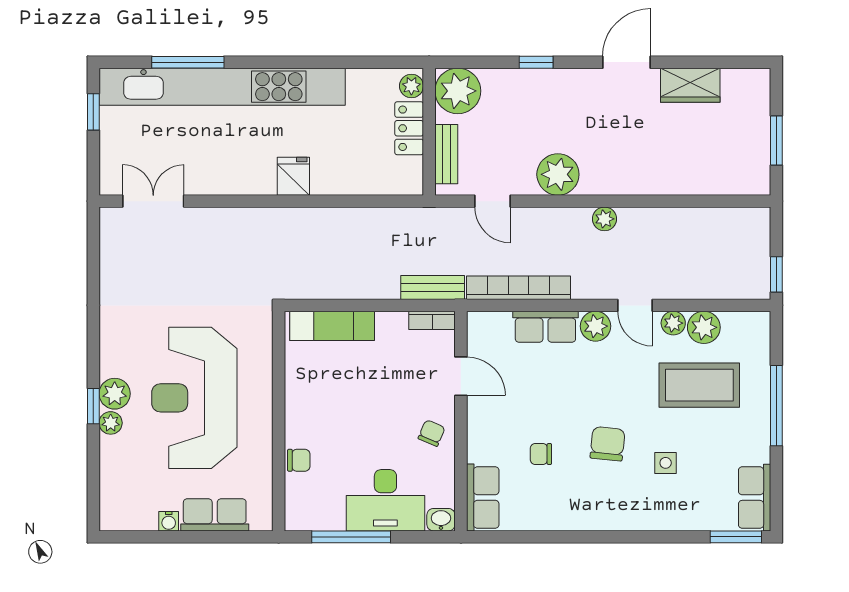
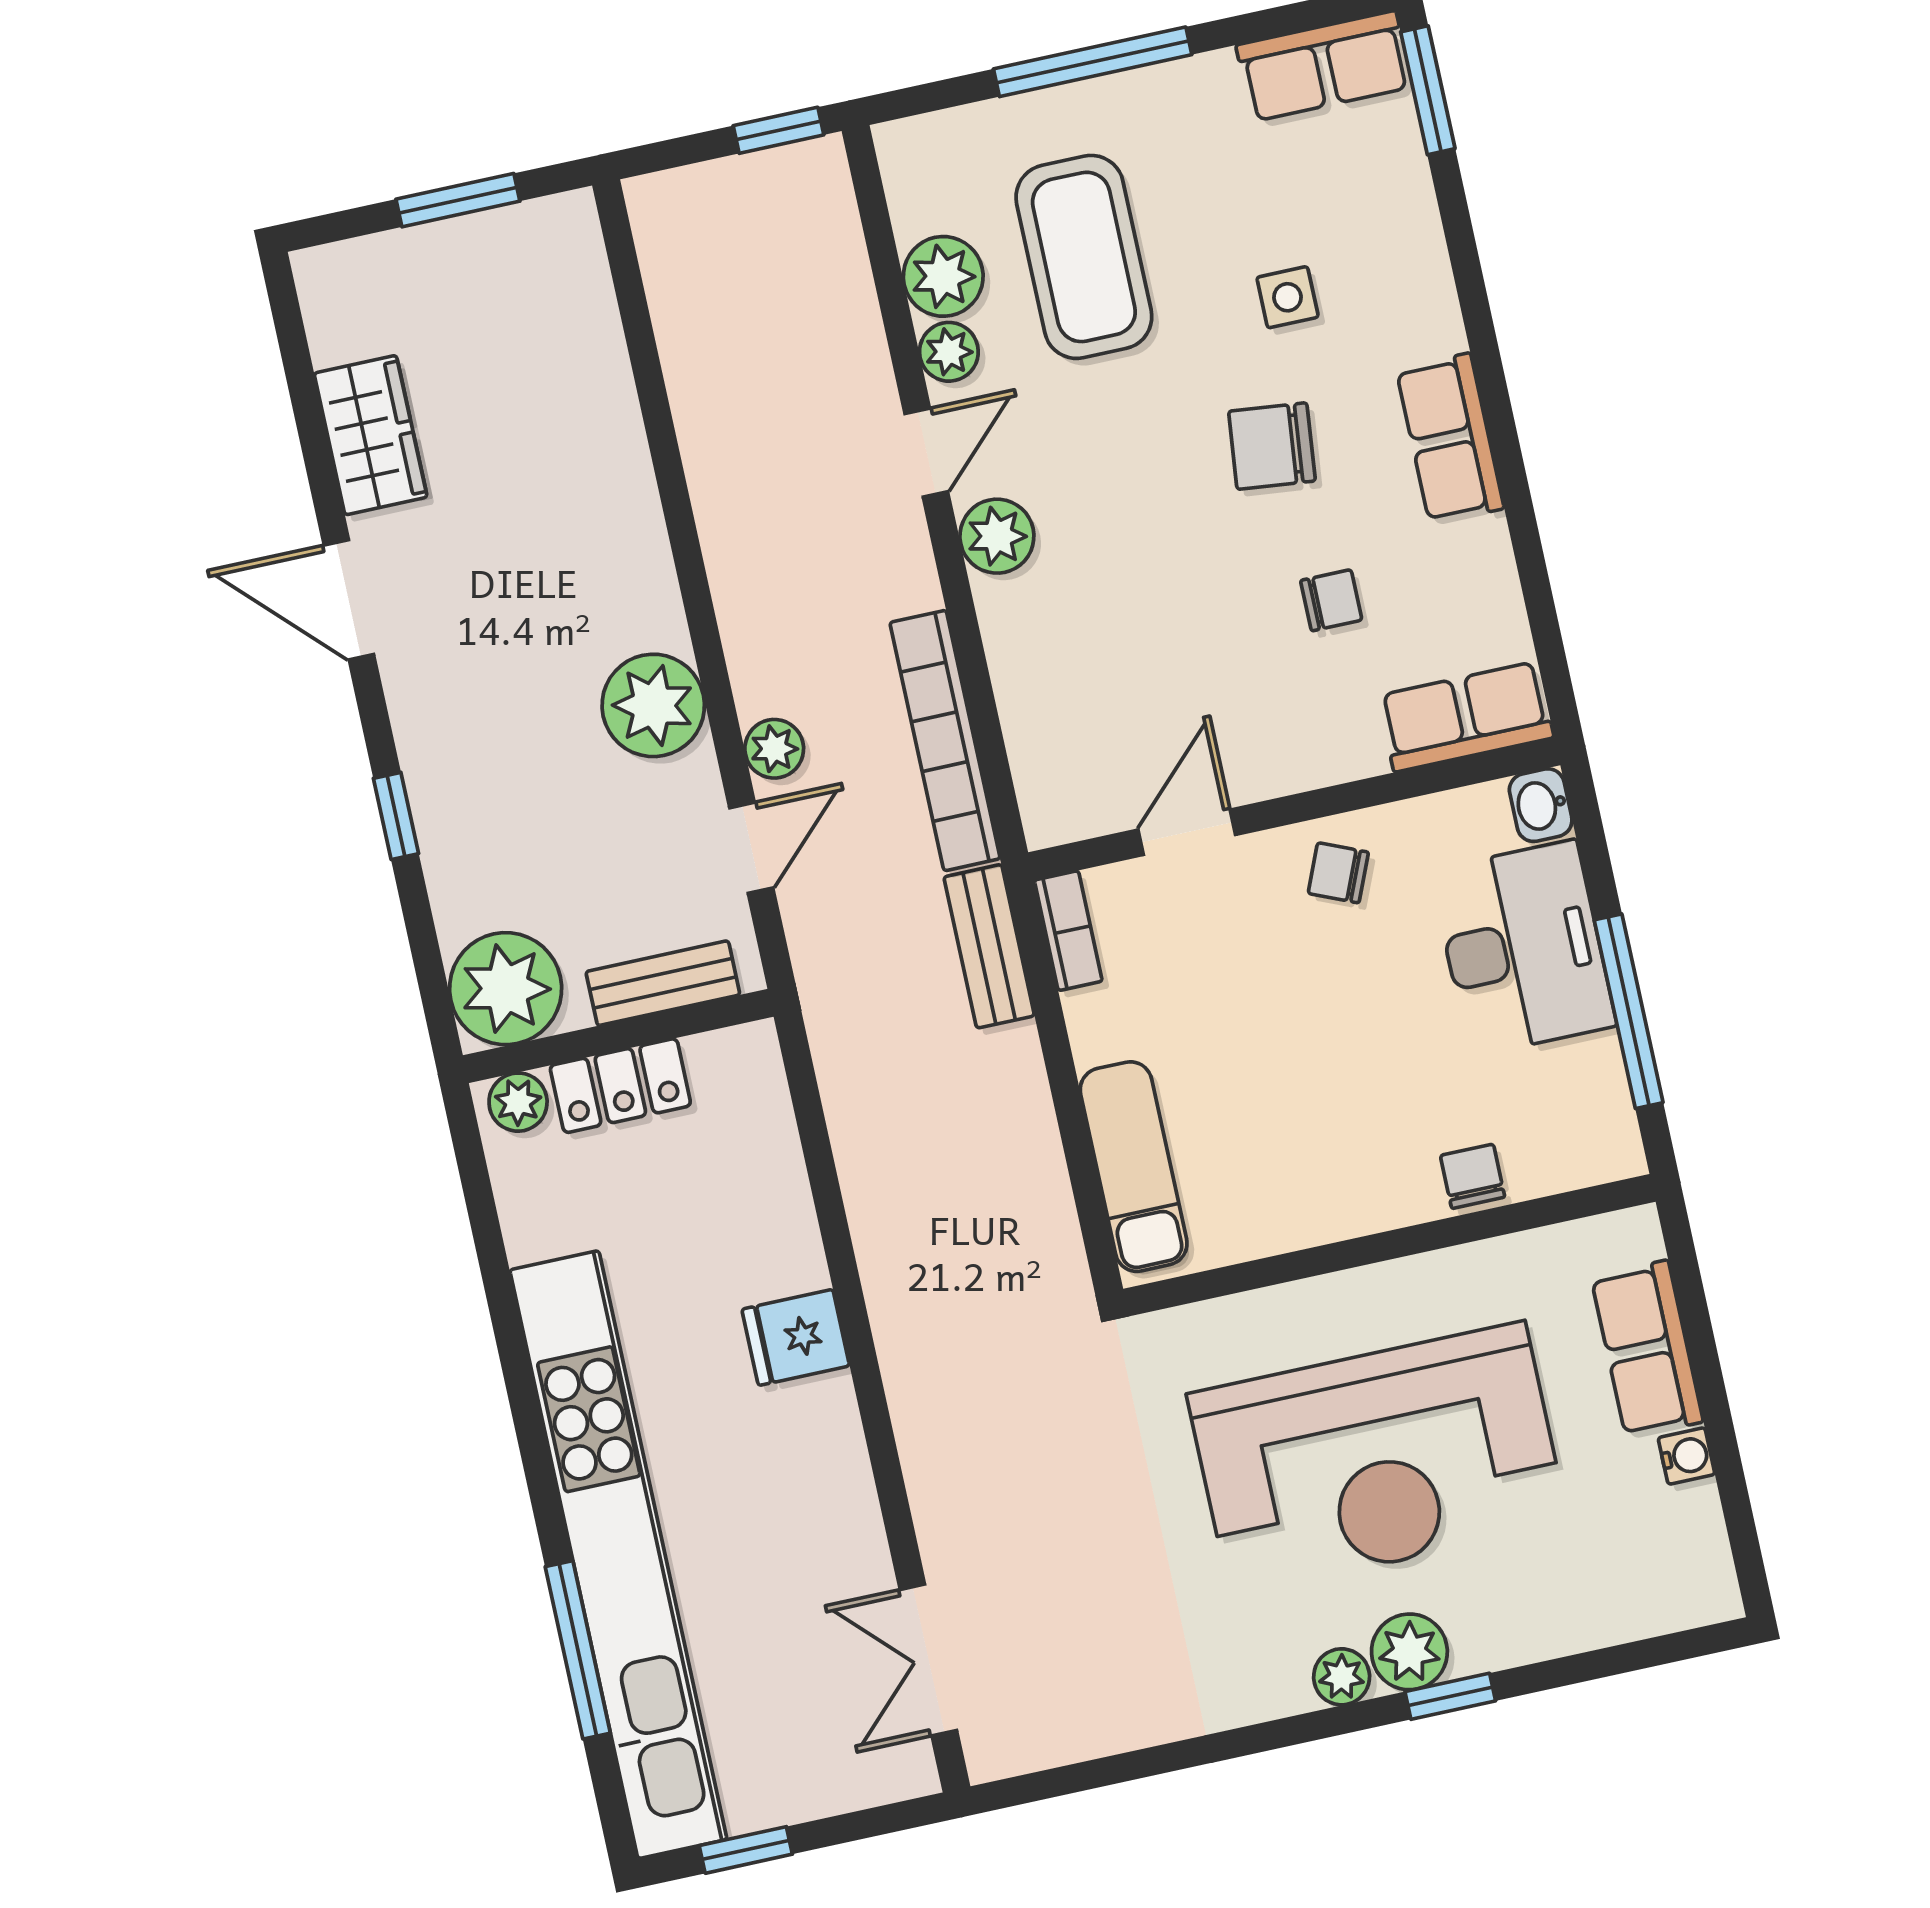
plant: (604, 219) -> (774, 749), moved
row of seats: (545, 327) -> (1450, 439), moved, turned 180
plant: (111, 423) -> (1342, 1677), moved
chair: (541, 454) -> (1331, 600), turned -90

